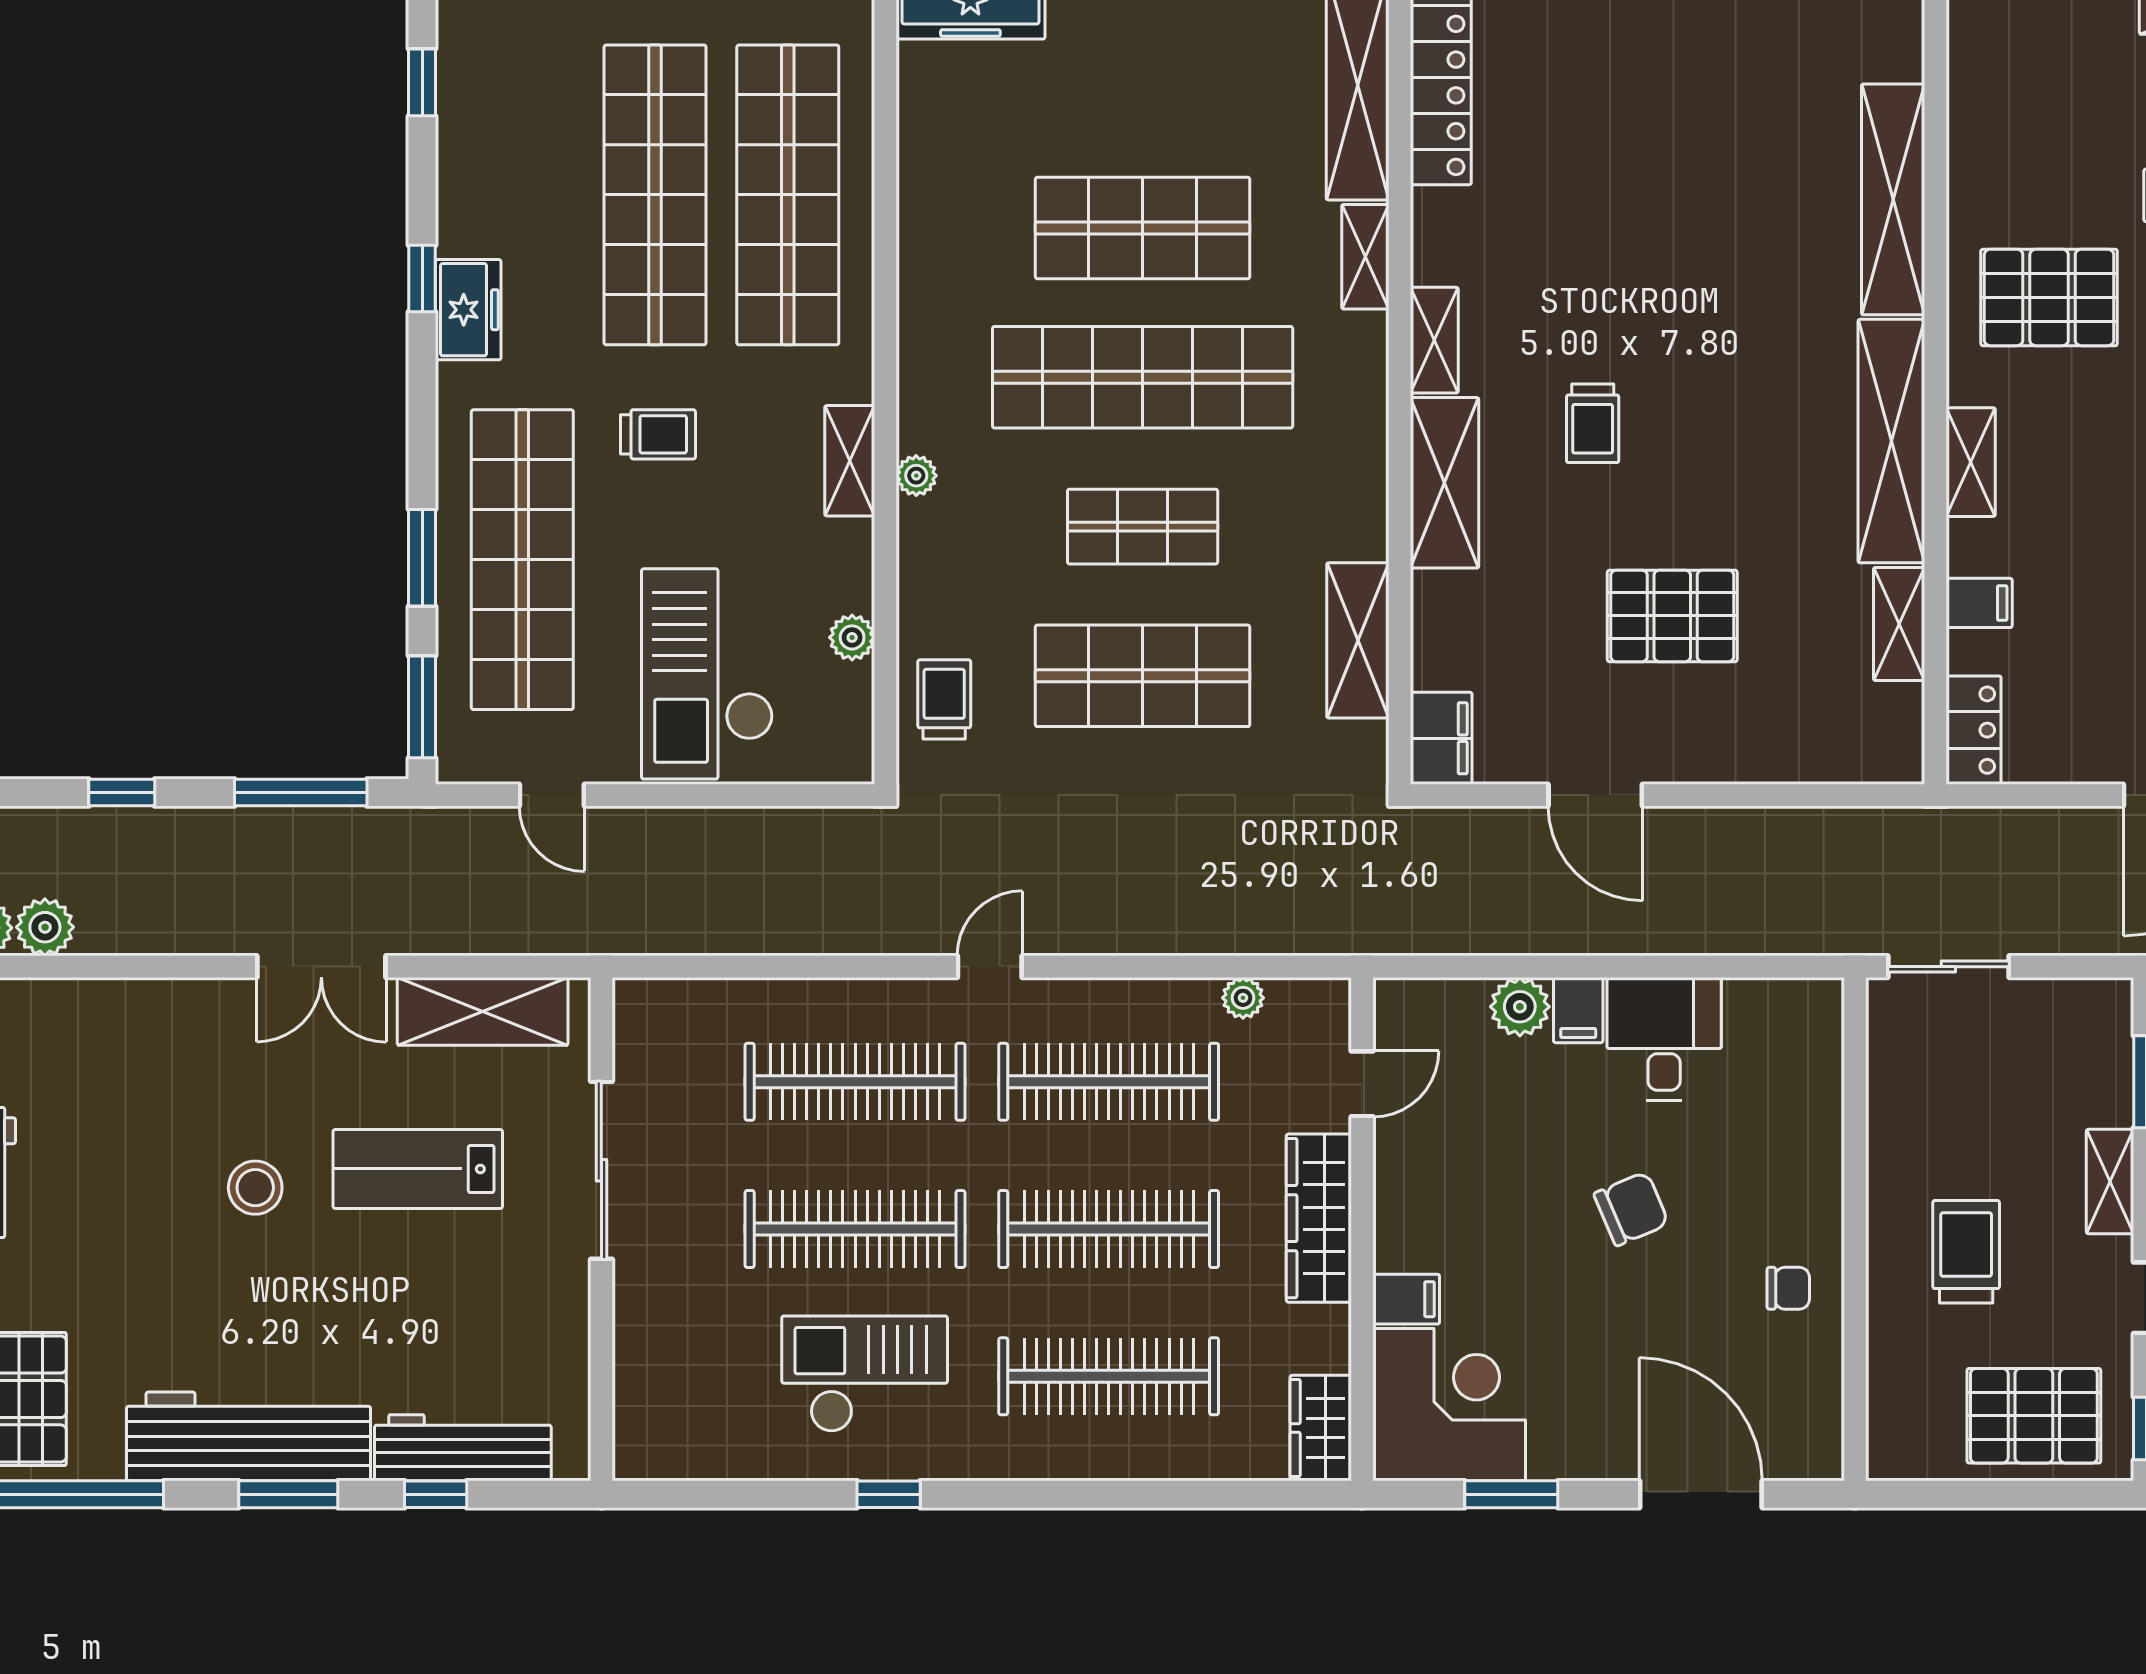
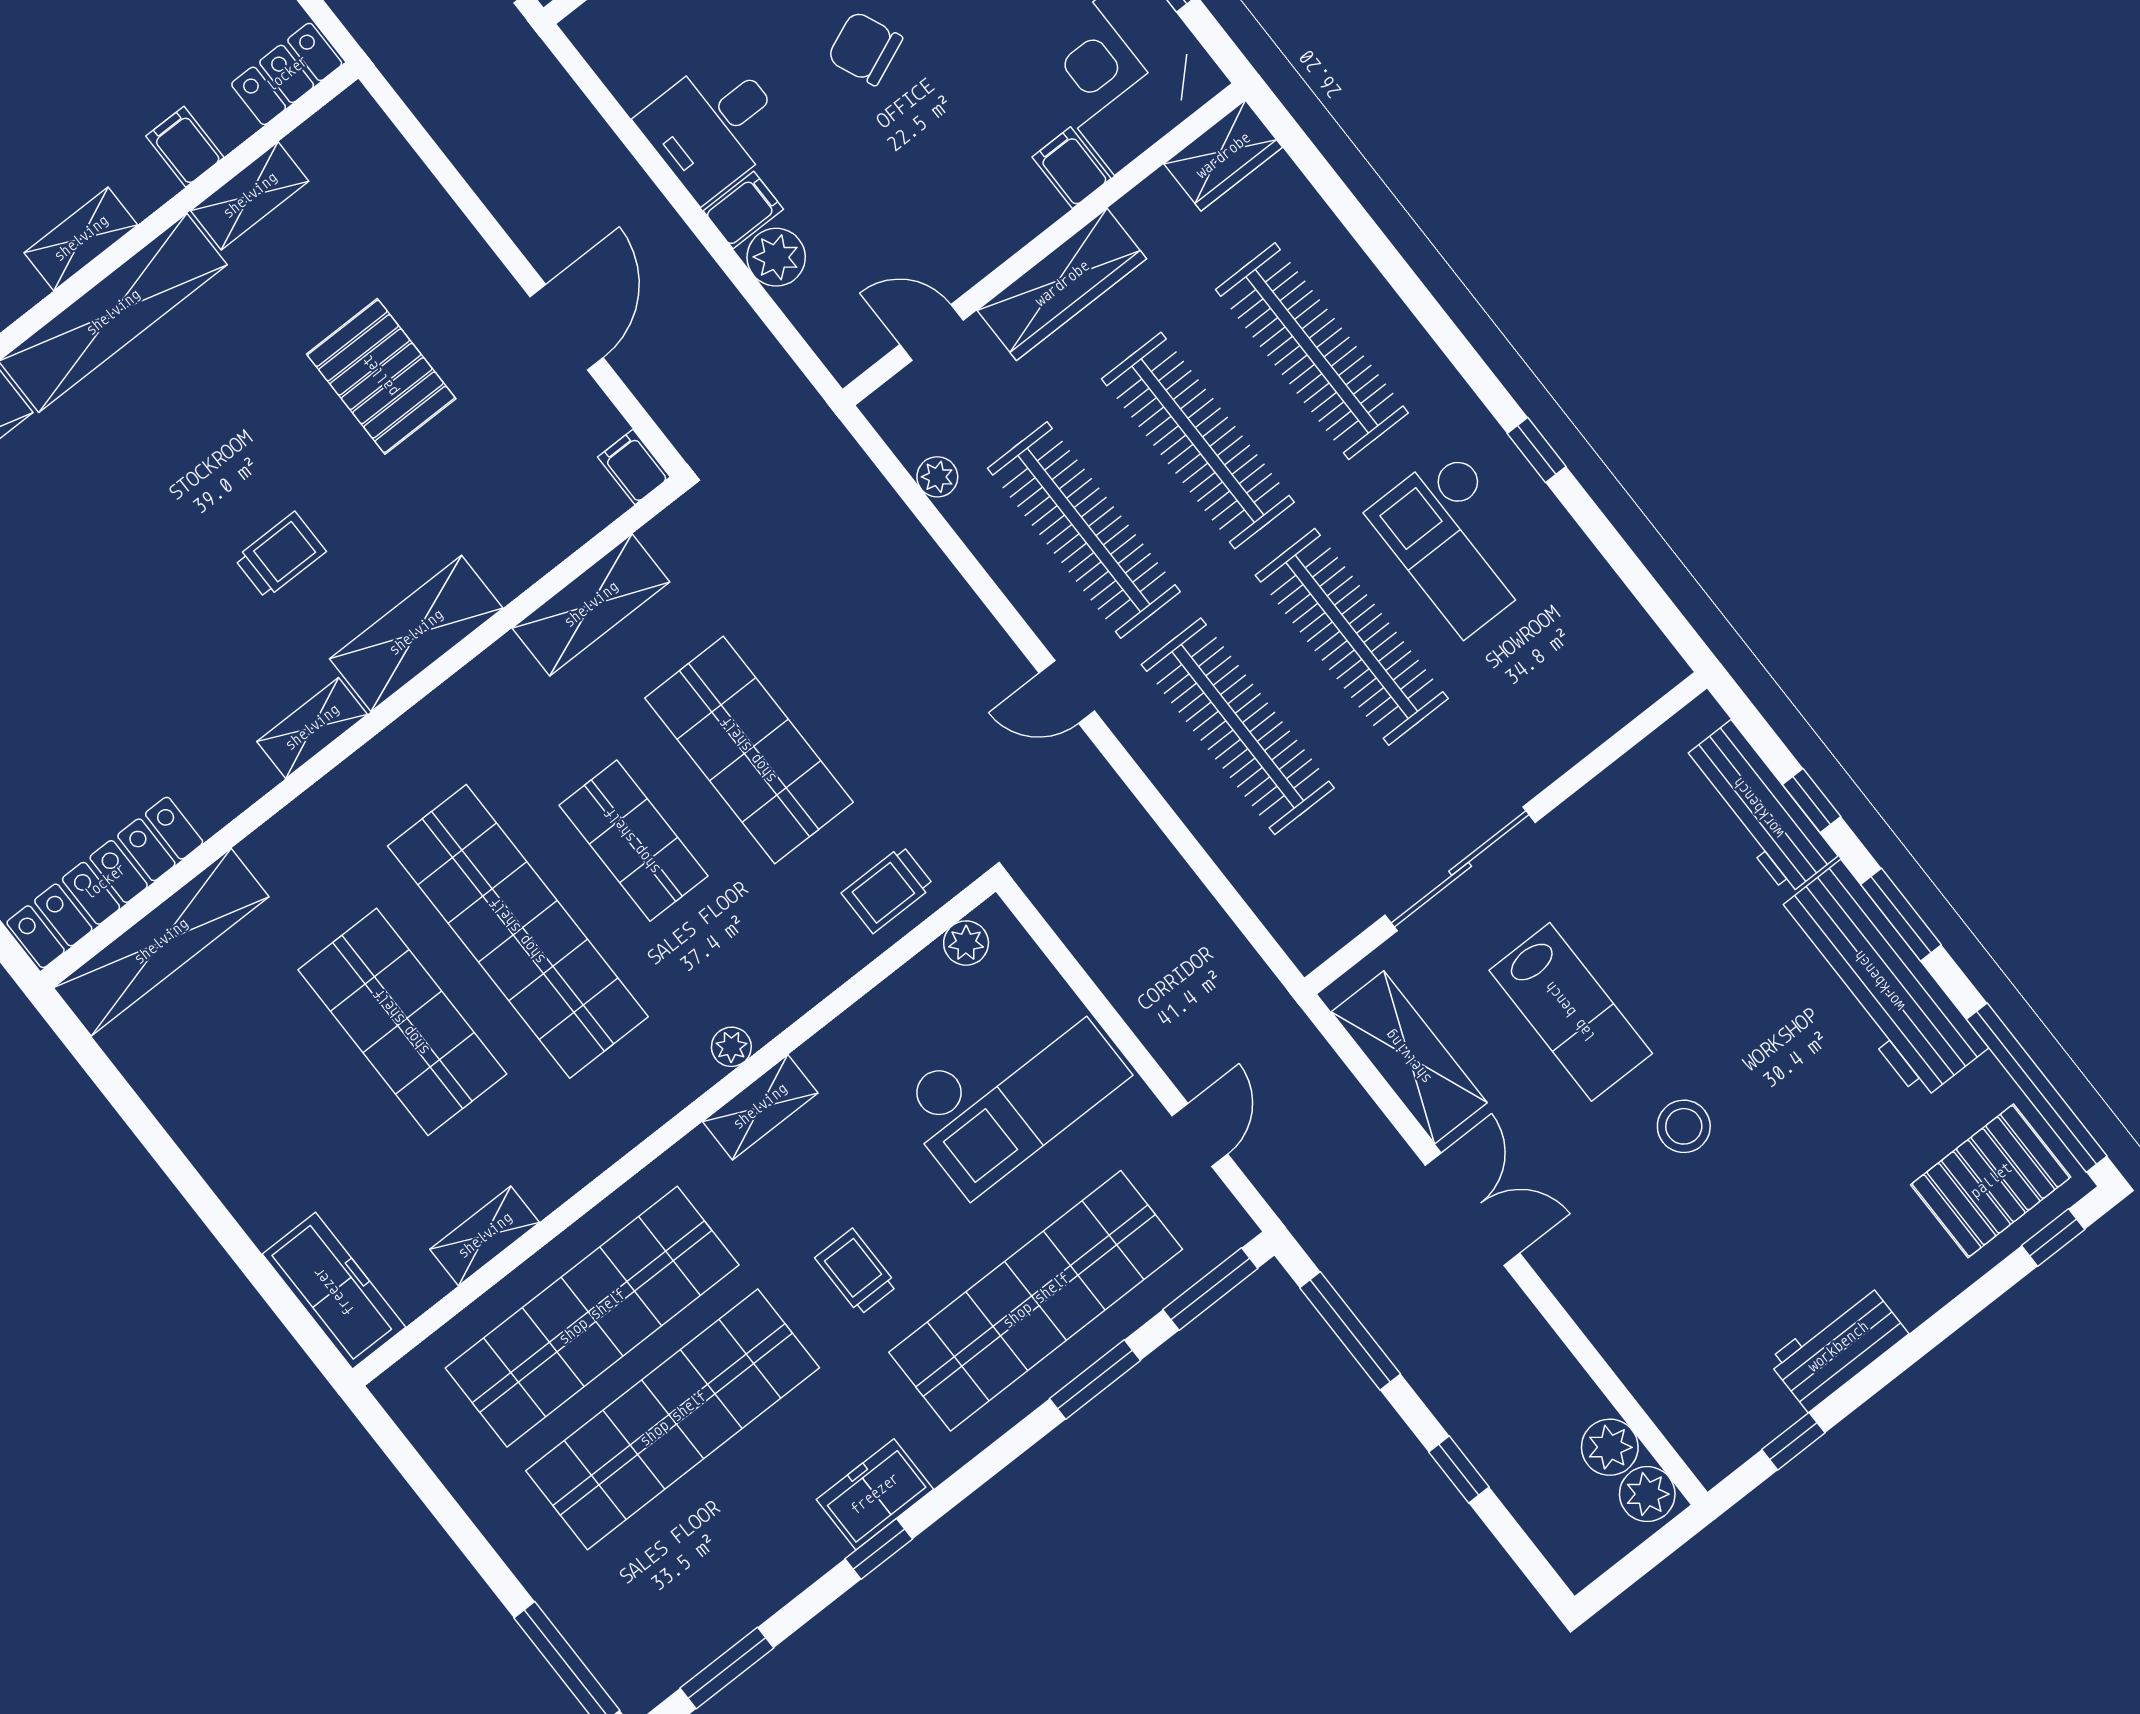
window: (422, 82) -> (727, 1668), width x1.50
shelving: (1365, 257) -> (485, 1236), moved
plant: (852, 637) -> (966, 943), moved
filing cabinet: (1441, 738) -> (634, 467), width x0.50

